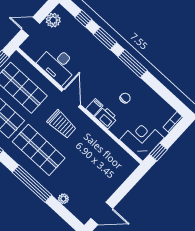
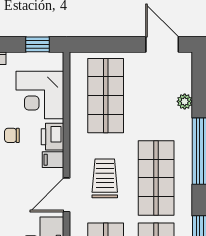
corner desk: (142, 139) -> (40, 95), moved
shop shelf: (102, 162) -> (106, 96), added

